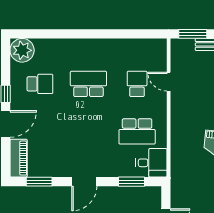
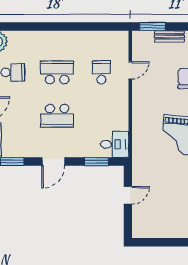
door: (169, 82) -> (130, 70), swing flipped
school desk: (137, 131) -> (57, 116), moved

